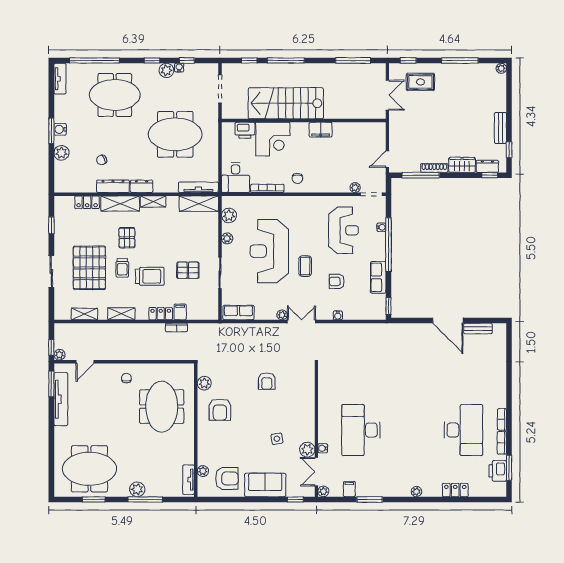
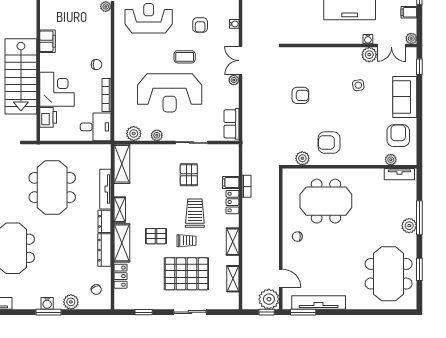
chair: (102, 160) -> (96, 290), moved
tv unit: (198, 187) -> (105, 189), moved
plant: (59, 355) -> (269, 299), width x1.88, depth x1.88
armchair: (220, 410) -> (329, 143), turned 180

